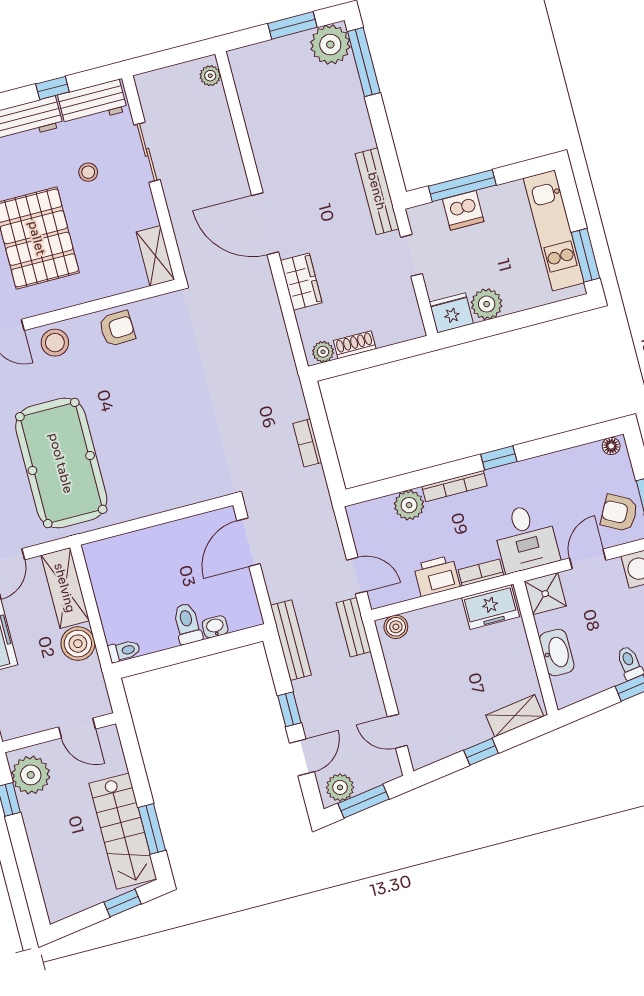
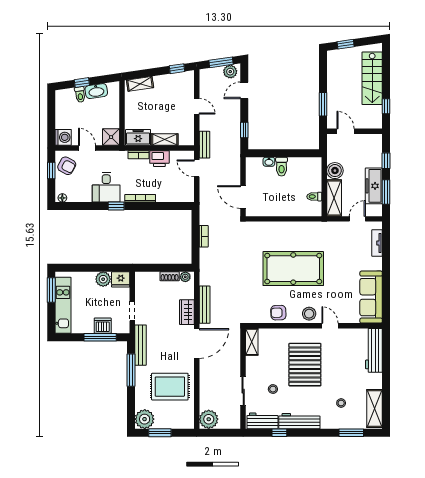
window: (364, 62) -> (131, 370), moved
plant: (210, 76) -> (209, 419), width x1.87, depth x1.87
rug: (296, 123) -> (170, 387), added
door: (265, 224) -> (197, 344), hinge flipped
pool table: (61, 463) -> (293, 269), moved, turned 90
plant: (409, 505) -> (164, 195), removed
desk: (526, 538) -> (106, 187), moved, turned 180
door: (249, 542) -> (243, 197), swing flipped
door: (588, 559) -> (87, 148), swing flipped
shelving: (436, 617) -> (165, 139), added
boiler: (396, 627) -> (185, 140), removed
bench: (291, 640) -> (205, 305), moved
toilet: (124, 651) -> (314, 197), moved
washbasin: (557, 653) -> (96, 91), moved, turned -98
window: (289, 709) -> (244, 130), moved
door: (397, 731) -> (197, 106), moved
window: (481, 752) -> (177, 69), moved
plant: (31, 775) -> (373, 115), removed
window: (152, 829) -> (323, 104), moved
stairs: (123, 831) -> (372, 78), moved, turned 180

